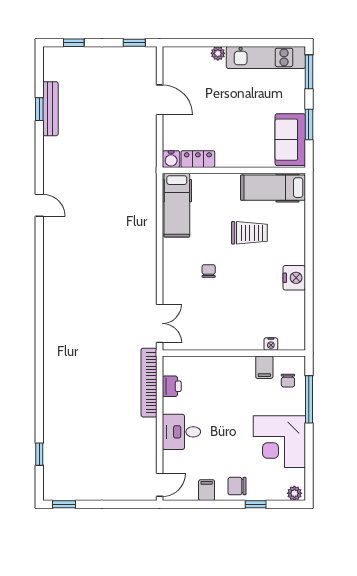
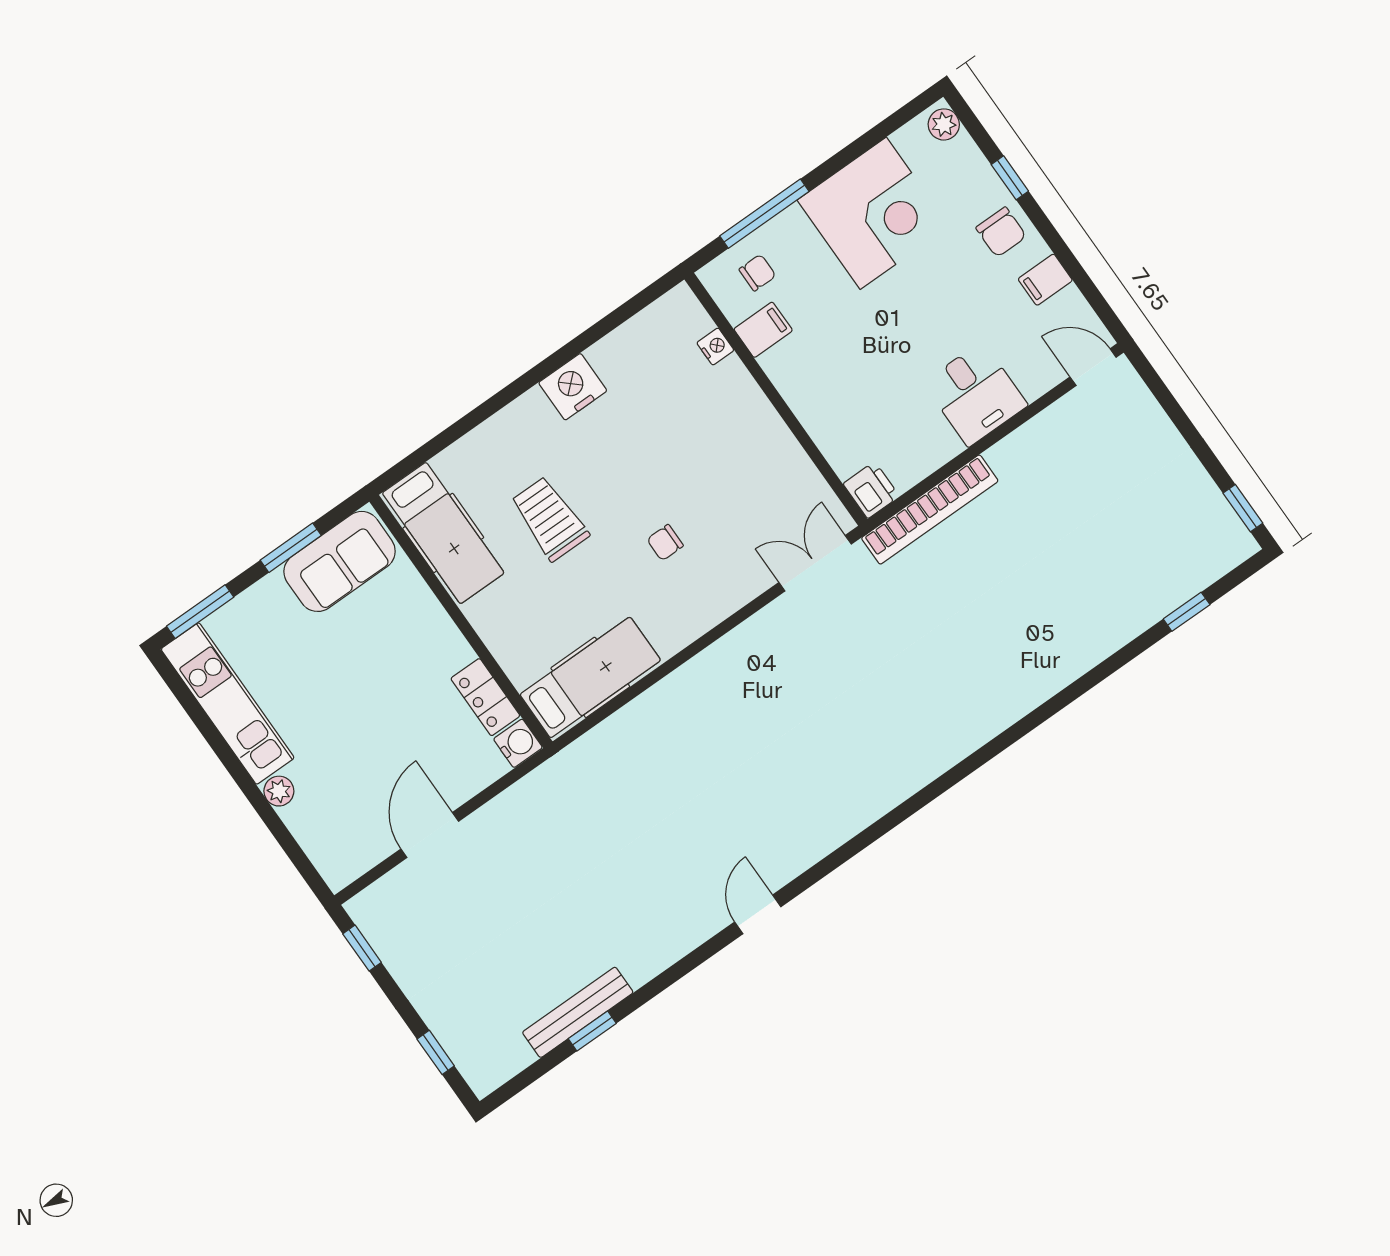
printer: (172, 386) -> (871, 490), moved, turned 90

